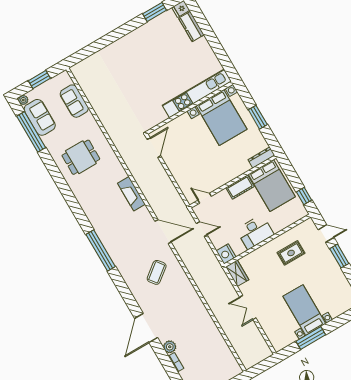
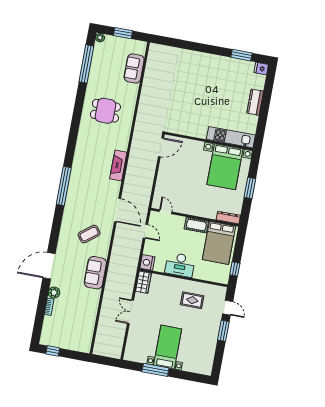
kitchen counter: (191, 27) -> (255, 102), moved
kitchen unit: (197, 93) -> (231, 137), width x0.73
sofa: (40, 117) -> (95, 273), moved, turned 180

